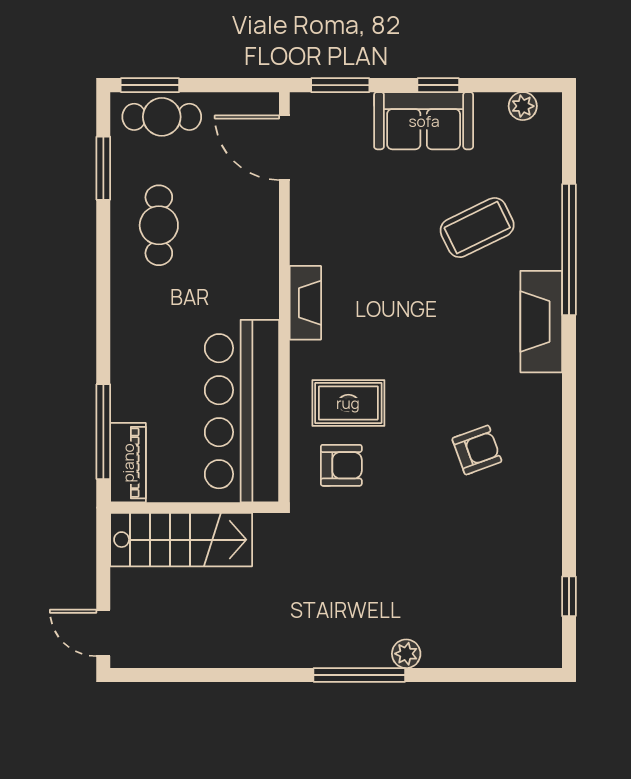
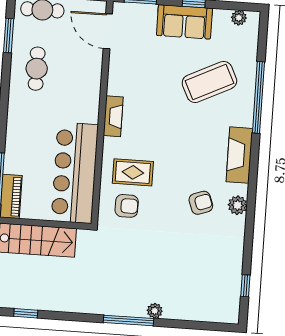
coffee table: (477, 228) -> (209, 82), width x1.36, depth x1.32
fireplace: (541, 322) -> (239, 155), moved
plant: (544, 450) -> (237, 205), added
window: (170, 675) -> (26, 313), added

